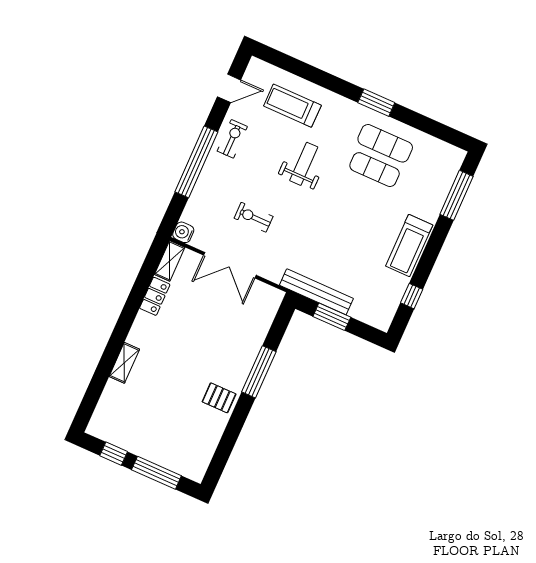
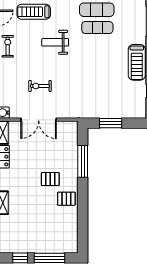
weight bench: (304, 164) -> (55, 42), turned -90
bench: (316, 292) -> (95, 113), removed
pallet: (208, 359) -> (50, 179), added
window: (259, 372) -> (83, 161), moved

